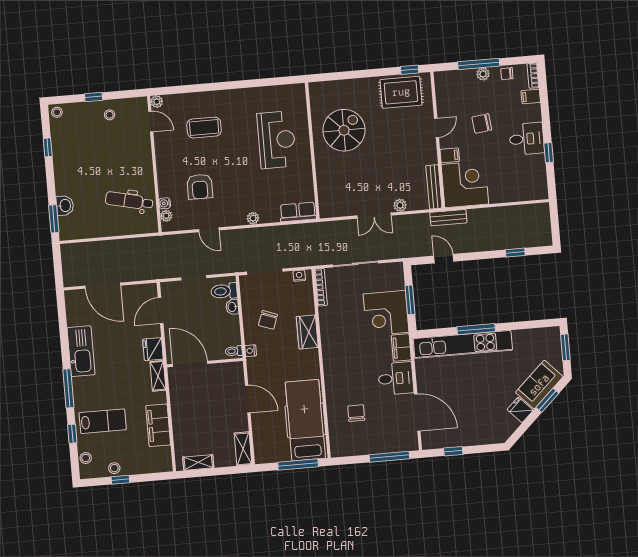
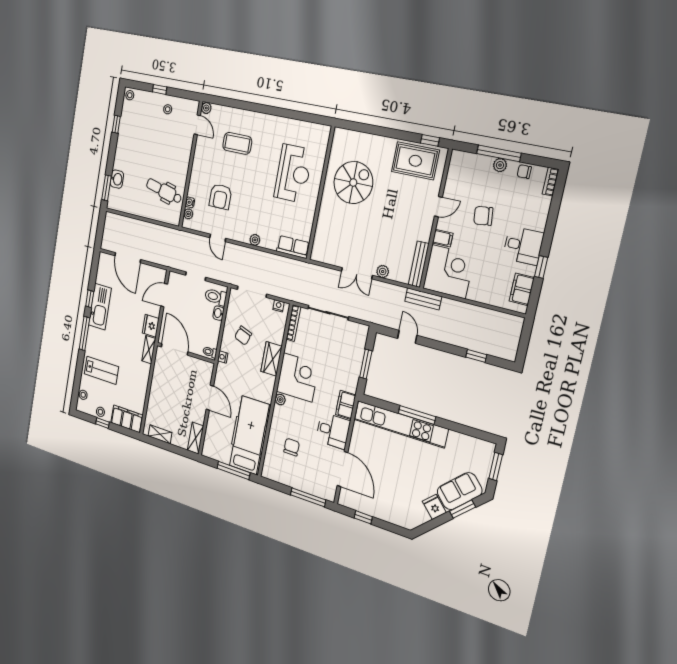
filing cabinet: (531, 96) -> (522, 289), moved, width x2.00
corner desk: (386, 313) -> (298, 377), moved, turned 180
plant: (329, 370) -> (280, 400), added
filing cabinet: (158, 425) -> (127, 419), moved, turned 90
window: (72, 434) -> (90, 299), moved

